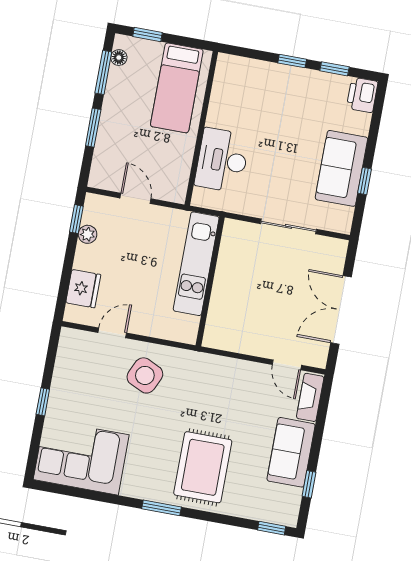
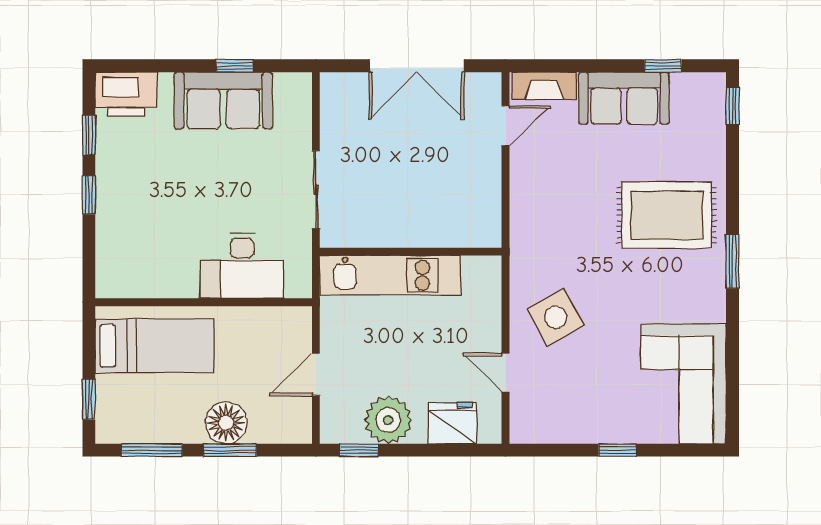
floor lamp: (119, 58) -> (226, 423), moved, width x1.89, depth x1.89
printer: (362, 95) -> (126, 94), width x1.37, depth x1.19
sliding door: (289, 226) -> (316, 190), moved
plant: (88, 234) -> (388, 420), width x1.88, depth x1.88
side table: (145, 375) -> (556, 317), turned 36

